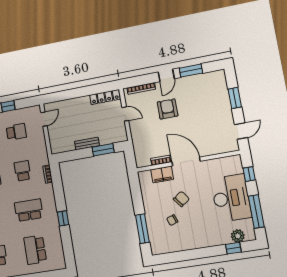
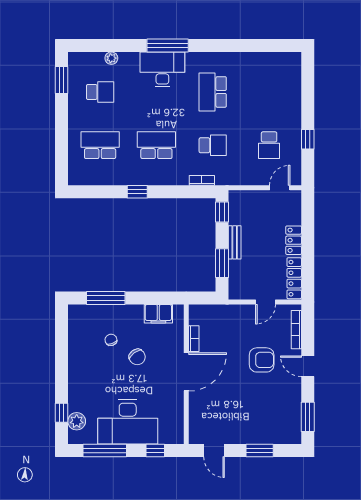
window: (191, 71) -> (308, 417), moved
locker: (78, 103) -> (294, 240), added
door: (44, 119) -> (280, 188), swing flipped
window: (67, 156) -> (222, 212), added
filing cabinet: (162, 174) -> (158, 314), moved, turned -90
school desk: (29, 210) -> (156, 145), turned -90

